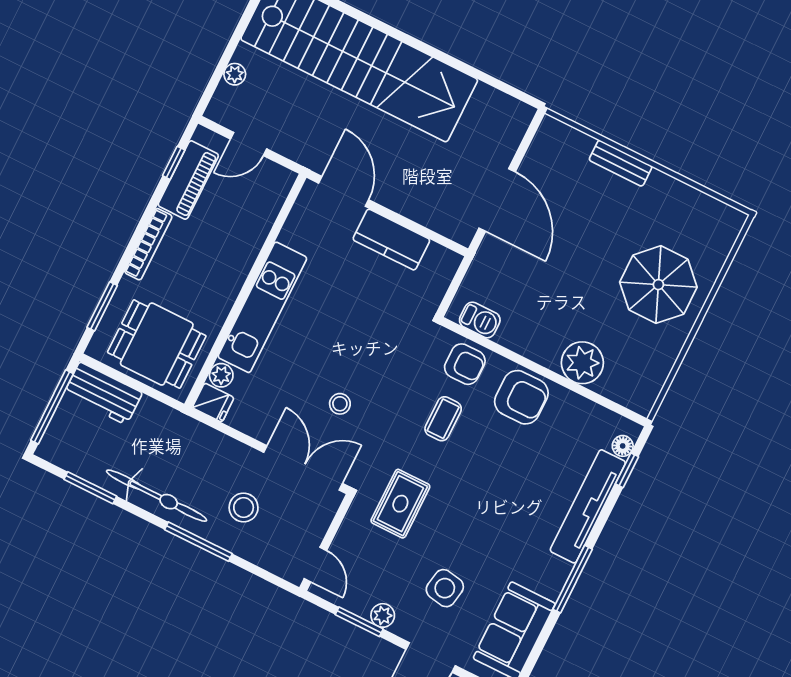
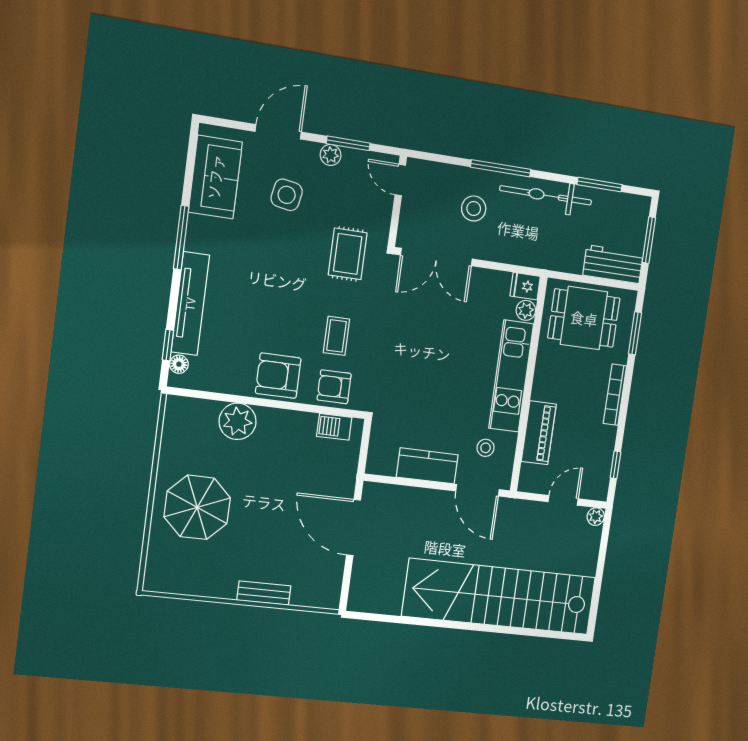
plant: (235, 74) -> (596, 517), moved
piano: (188, 180) -> (539, 433), moved, turned 180
stool: (340, 404) -> (486, 448), moved
window: (52, 407) -> (649, 240), width x0.69

